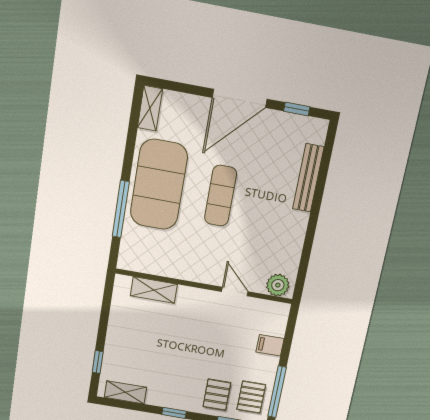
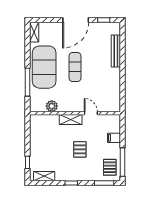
plant: (278, 285) -> (52, 106), moved
shelving: (154, 290) -> (71, 120), moved
pallet: (217, 395) -> (80, 149), moved

